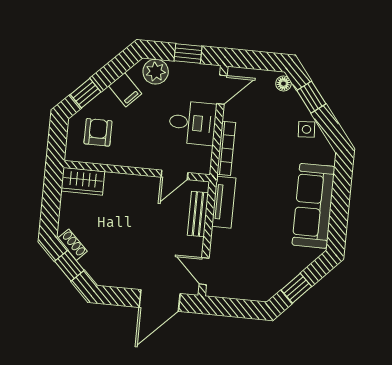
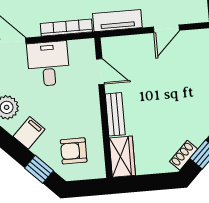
bench: (198, 214) -> (115, 114), moved, turned 90
door: (204, 271) -> (166, 29), moved

